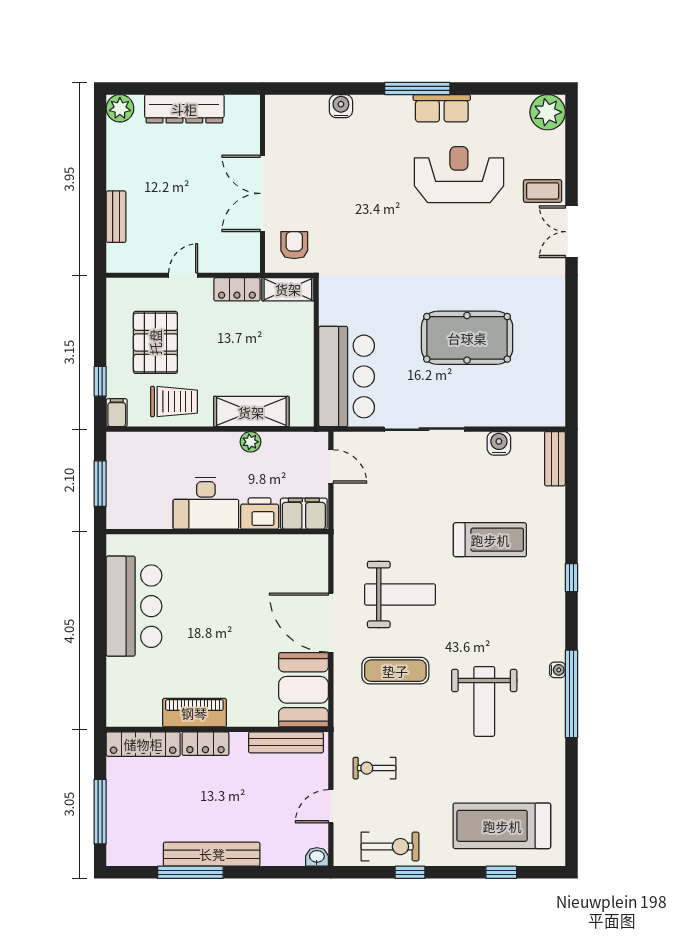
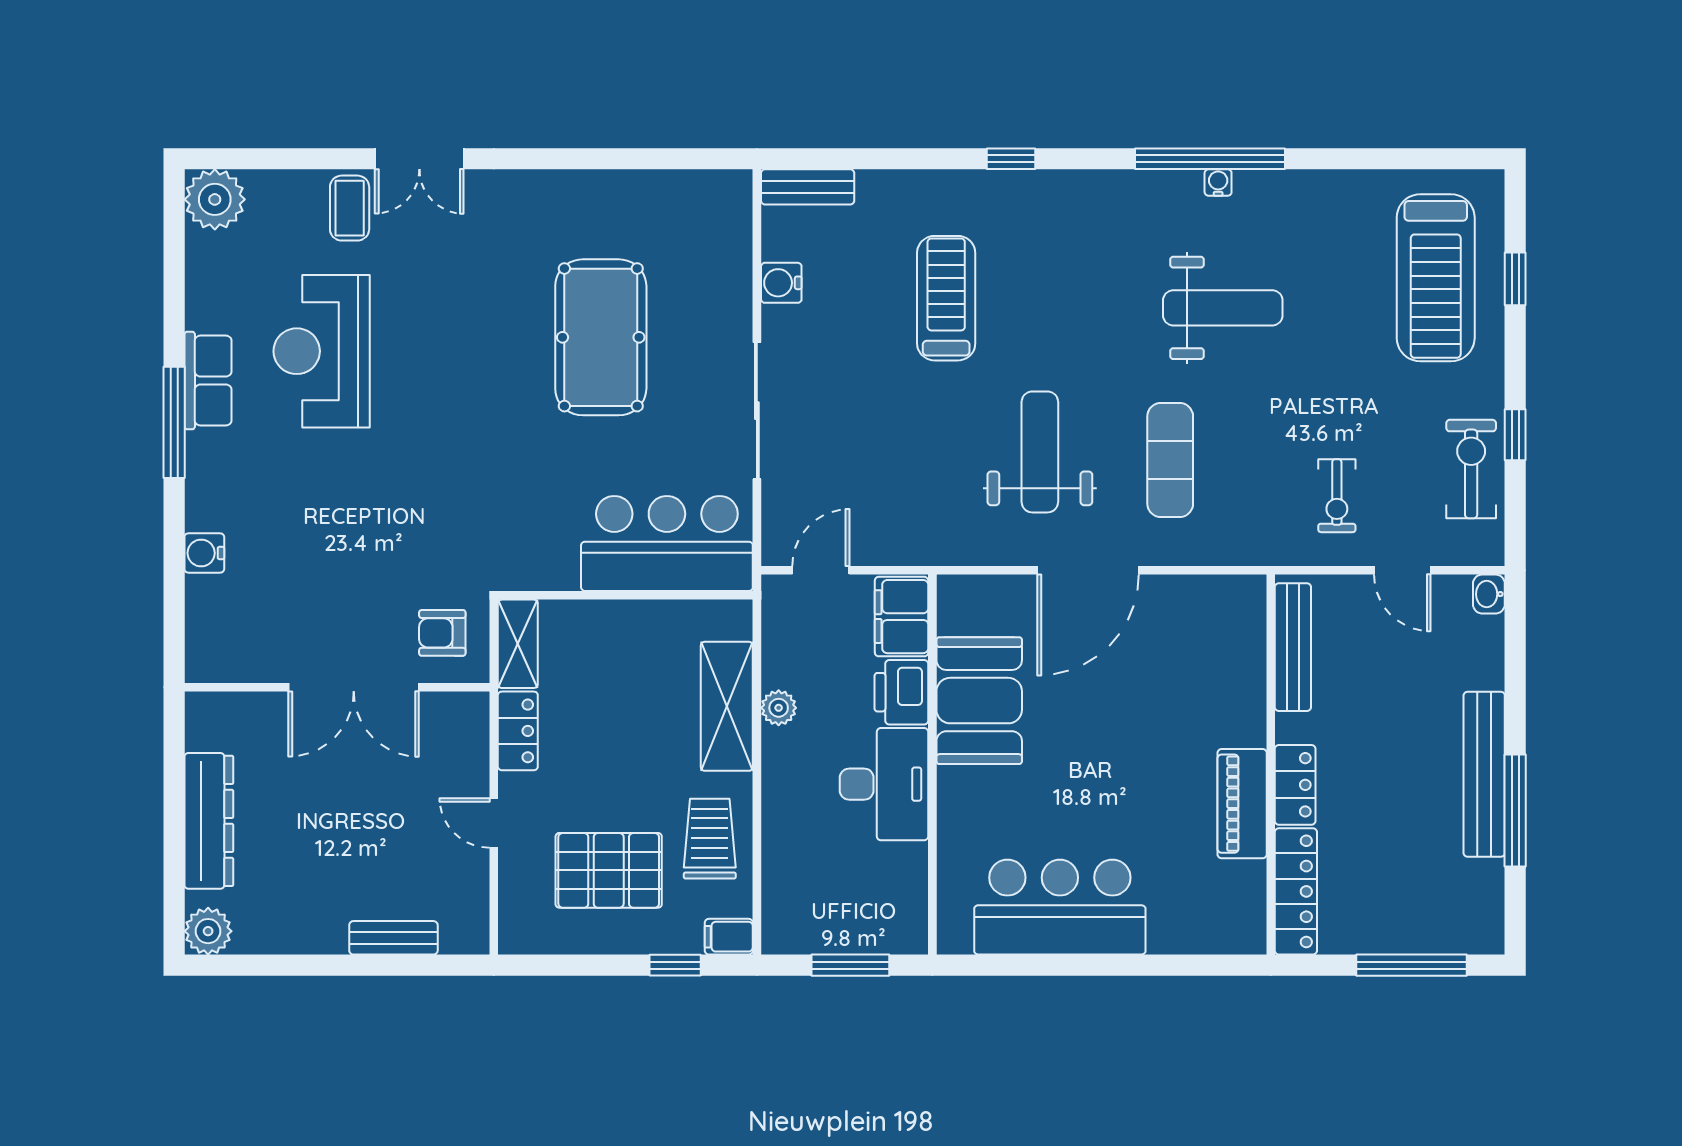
water cooler: (557, 670) -> (1218, 183), moved
booth: (304, 690) -> (979, 701), moved, turned 90

